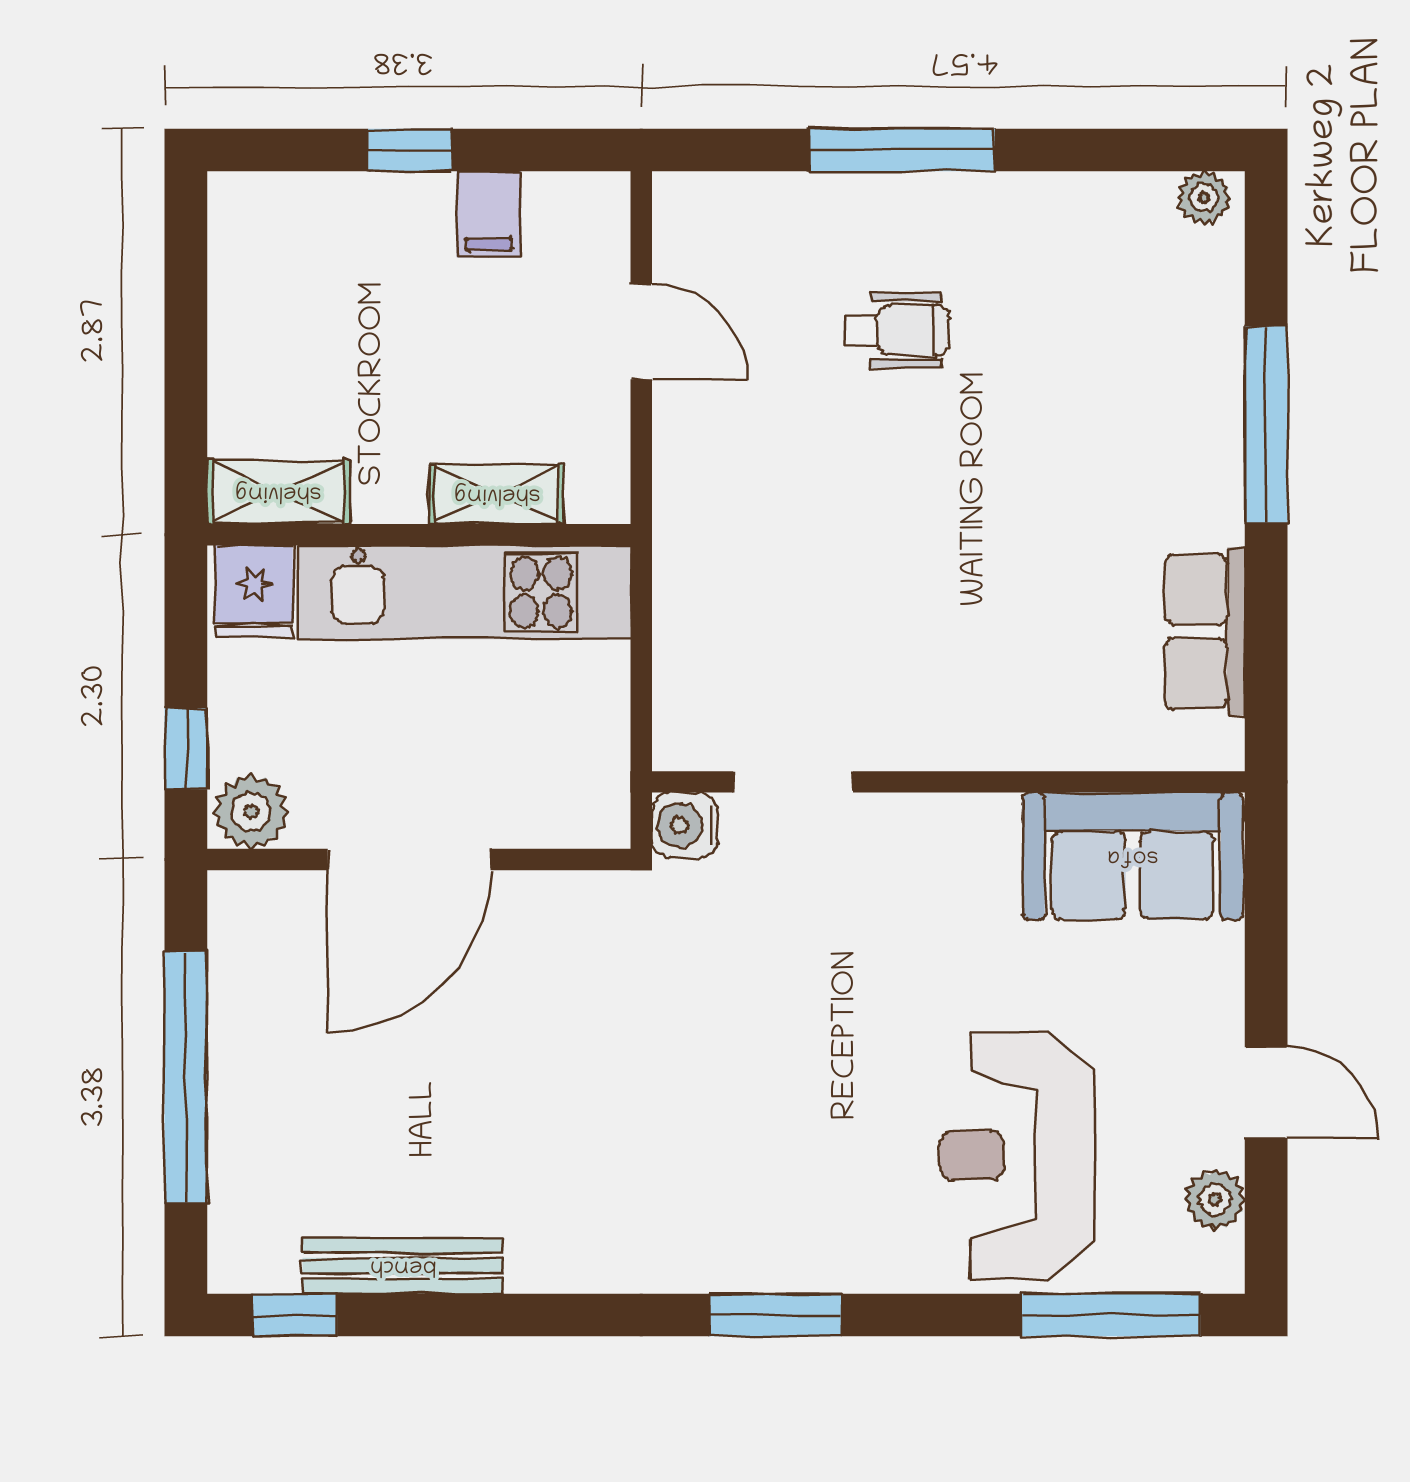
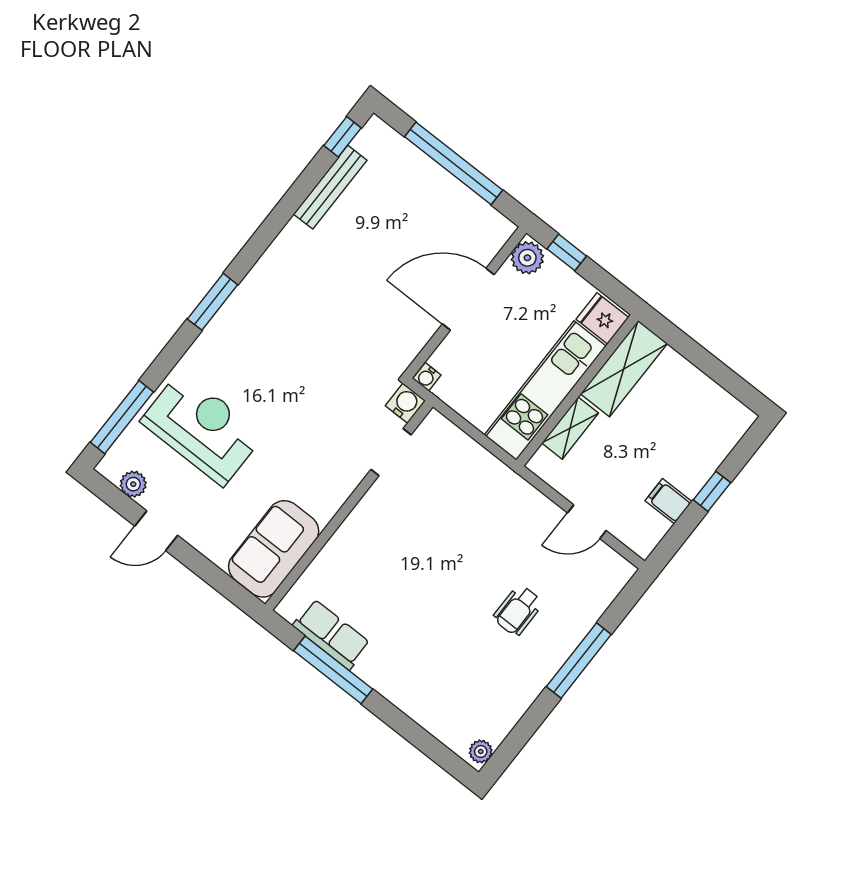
window: (1266, 425) -> (333, 670), moved
shelving: (278, 492) -> (624, 369), width x1.50, depth x1.33
water cooler: (607, 824) -> (427, 377), added
door: (409, 860) -> (468, 299), hinge flipped

